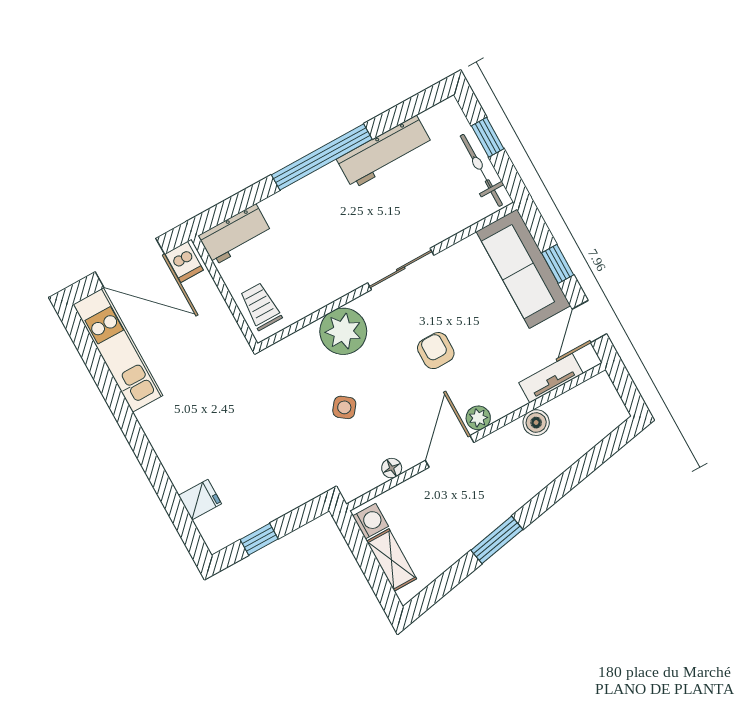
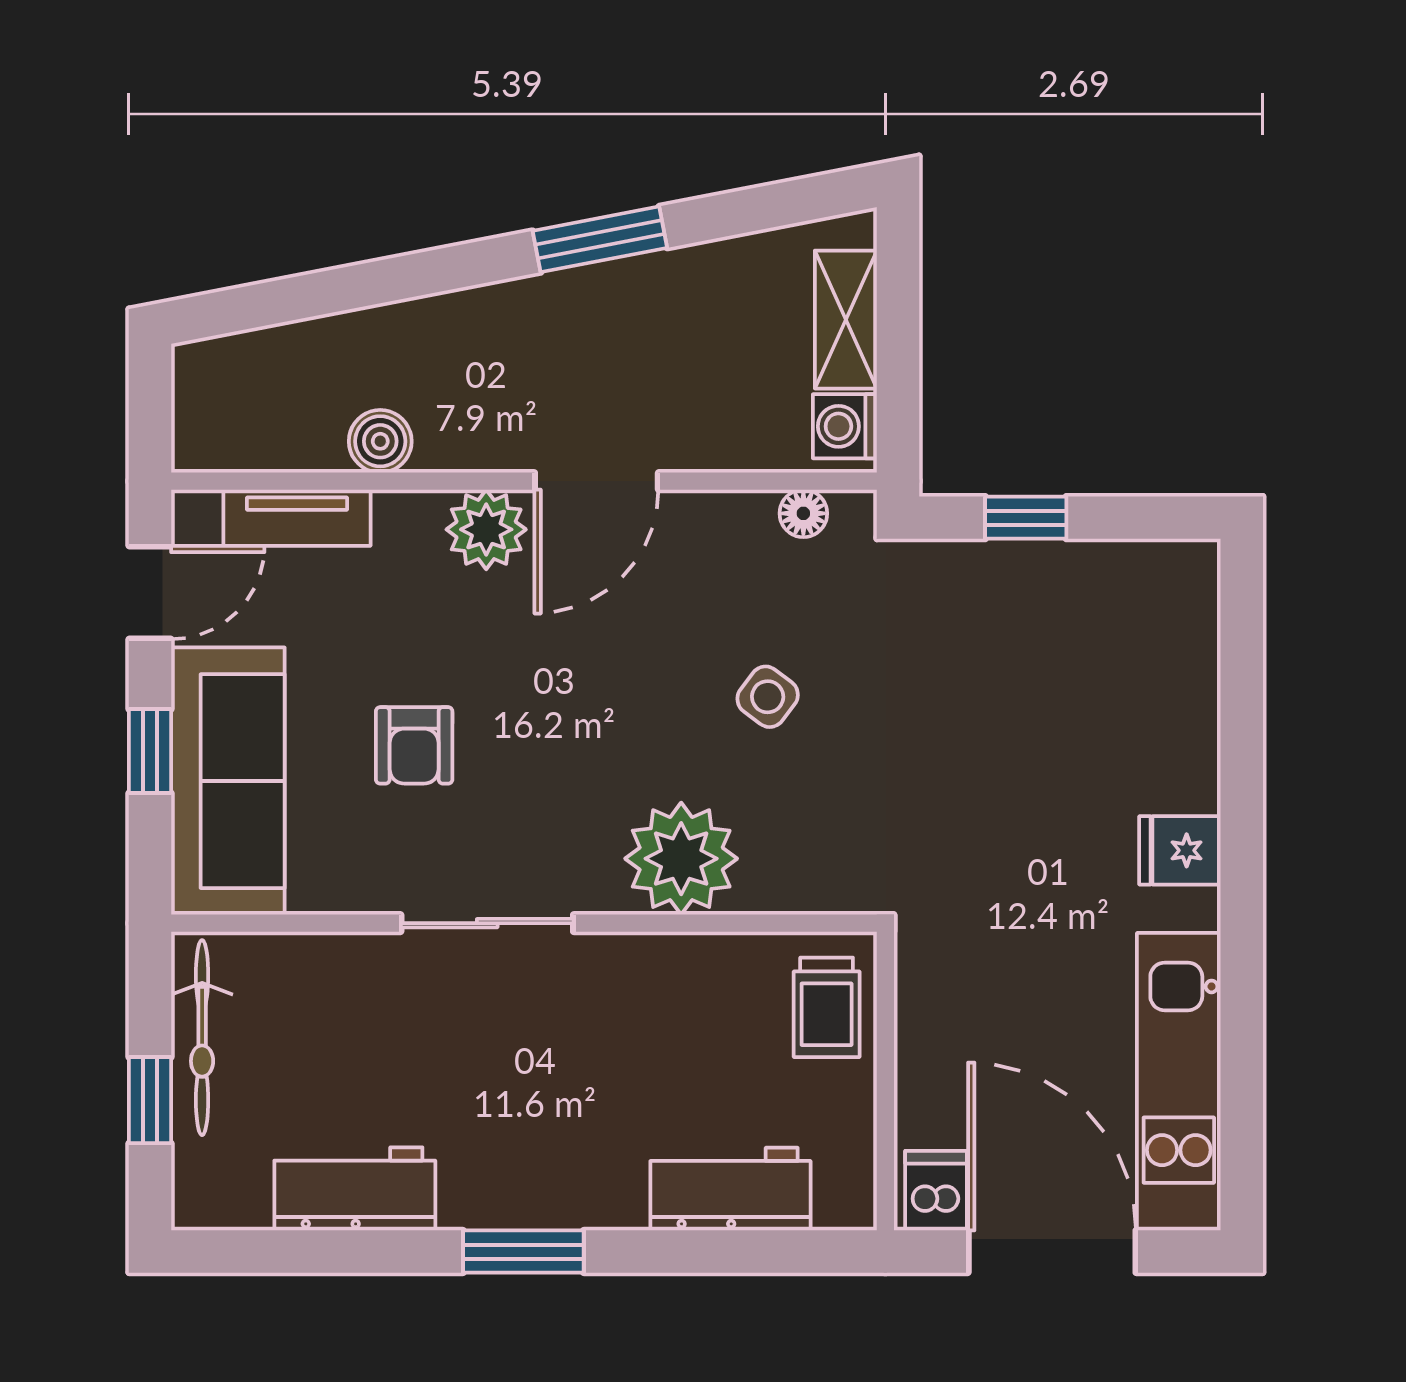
workbench: (385, 152) -> (355, 1189), width x0.73
window: (322, 157) -> (523, 1252), width x0.47
workbench: (235, 235) -> (730, 1189), moved
armchair: (436, 351) -> (414, 745), moved
plant: (478, 418) -> (486, 529), width x1.38, depth x1.38
floor lamp: (392, 468) -> (803, 513), moved
fridge: (200, 500) -> (1180, 850), moved
window: (259, 539) -> (1026, 518), moved

